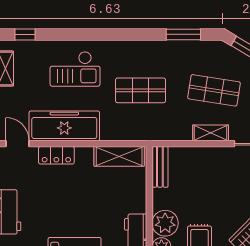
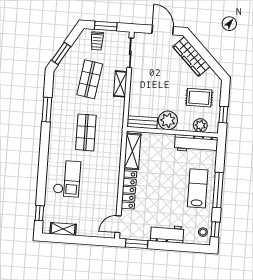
window: (183, 34) -> (47, 110), moved
freezer: (64, 126) -> (108, 189), removed
locker: (56, 155) -> (129, 190), width x1.53
plant: (165, 223) -> (168, 120), moved

